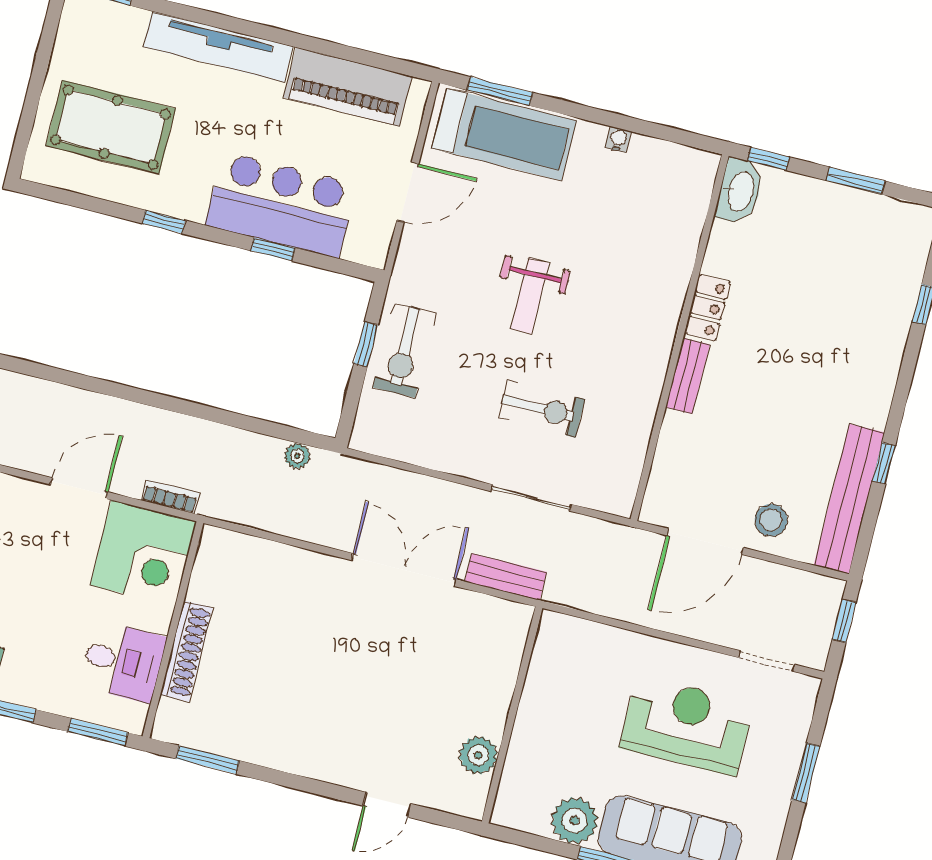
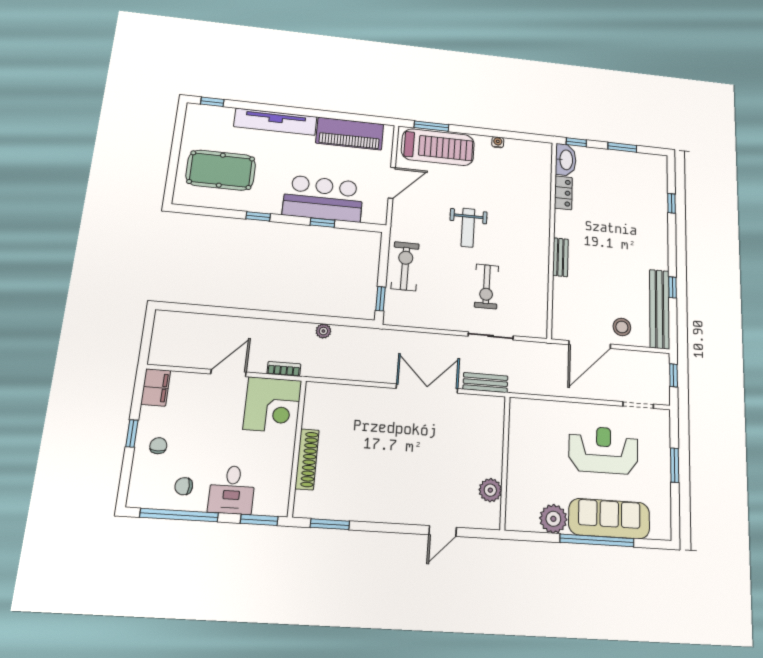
locker: (707, 308) -> (563, 193), moved
window: (366, 344) -> (381, 299), moved
exercise bike: (404, 350) -> (405, 266), turned 180
exercise bike: (542, 409) -> (486, 286), turned 90
plant: (297, 456) -> (323, 331), moved
desk: (123, 662) -> (232, 490), moved, turned 90

